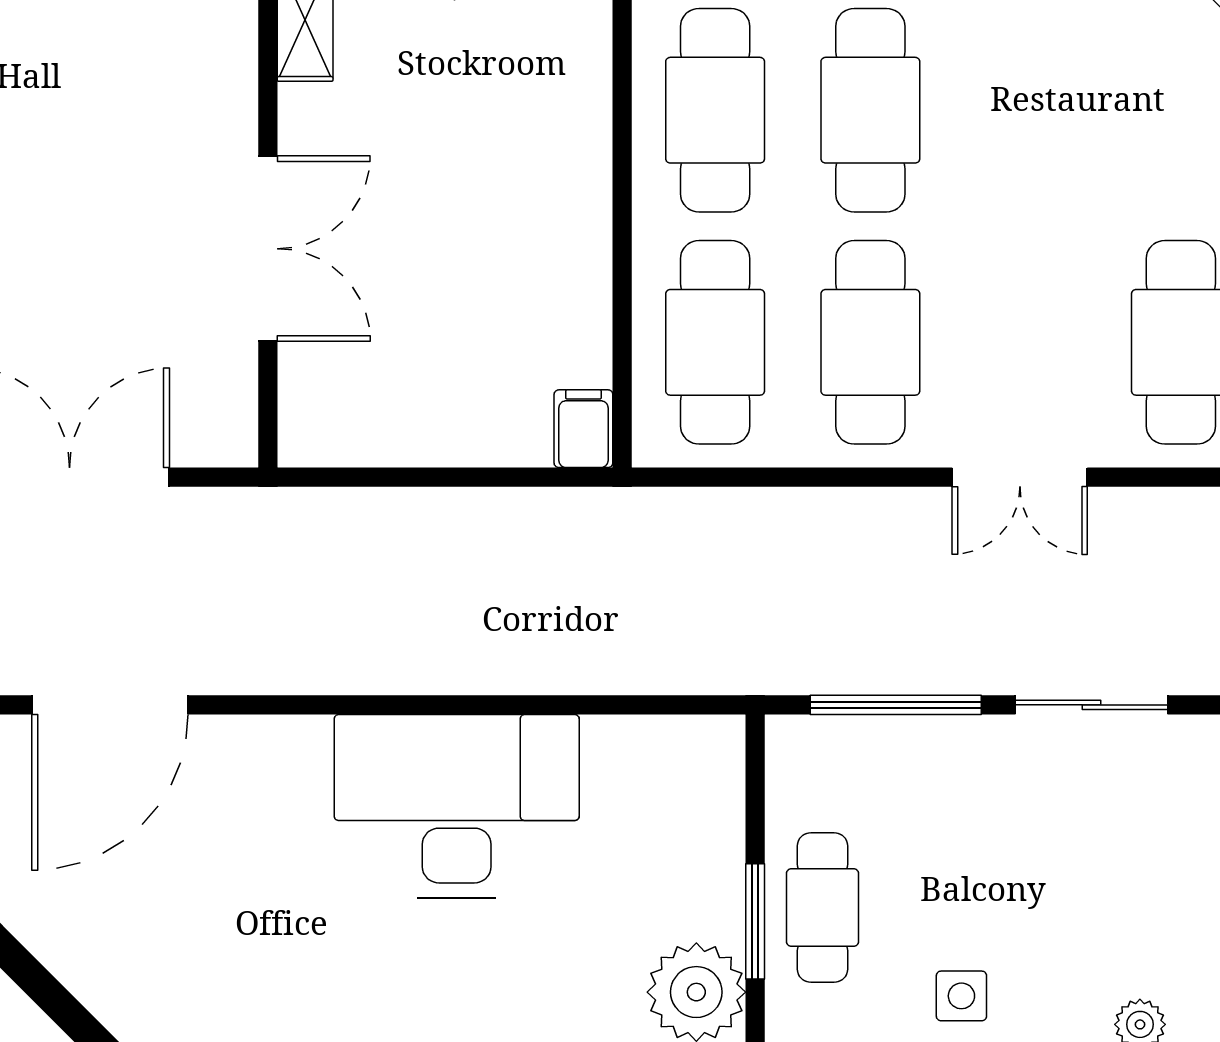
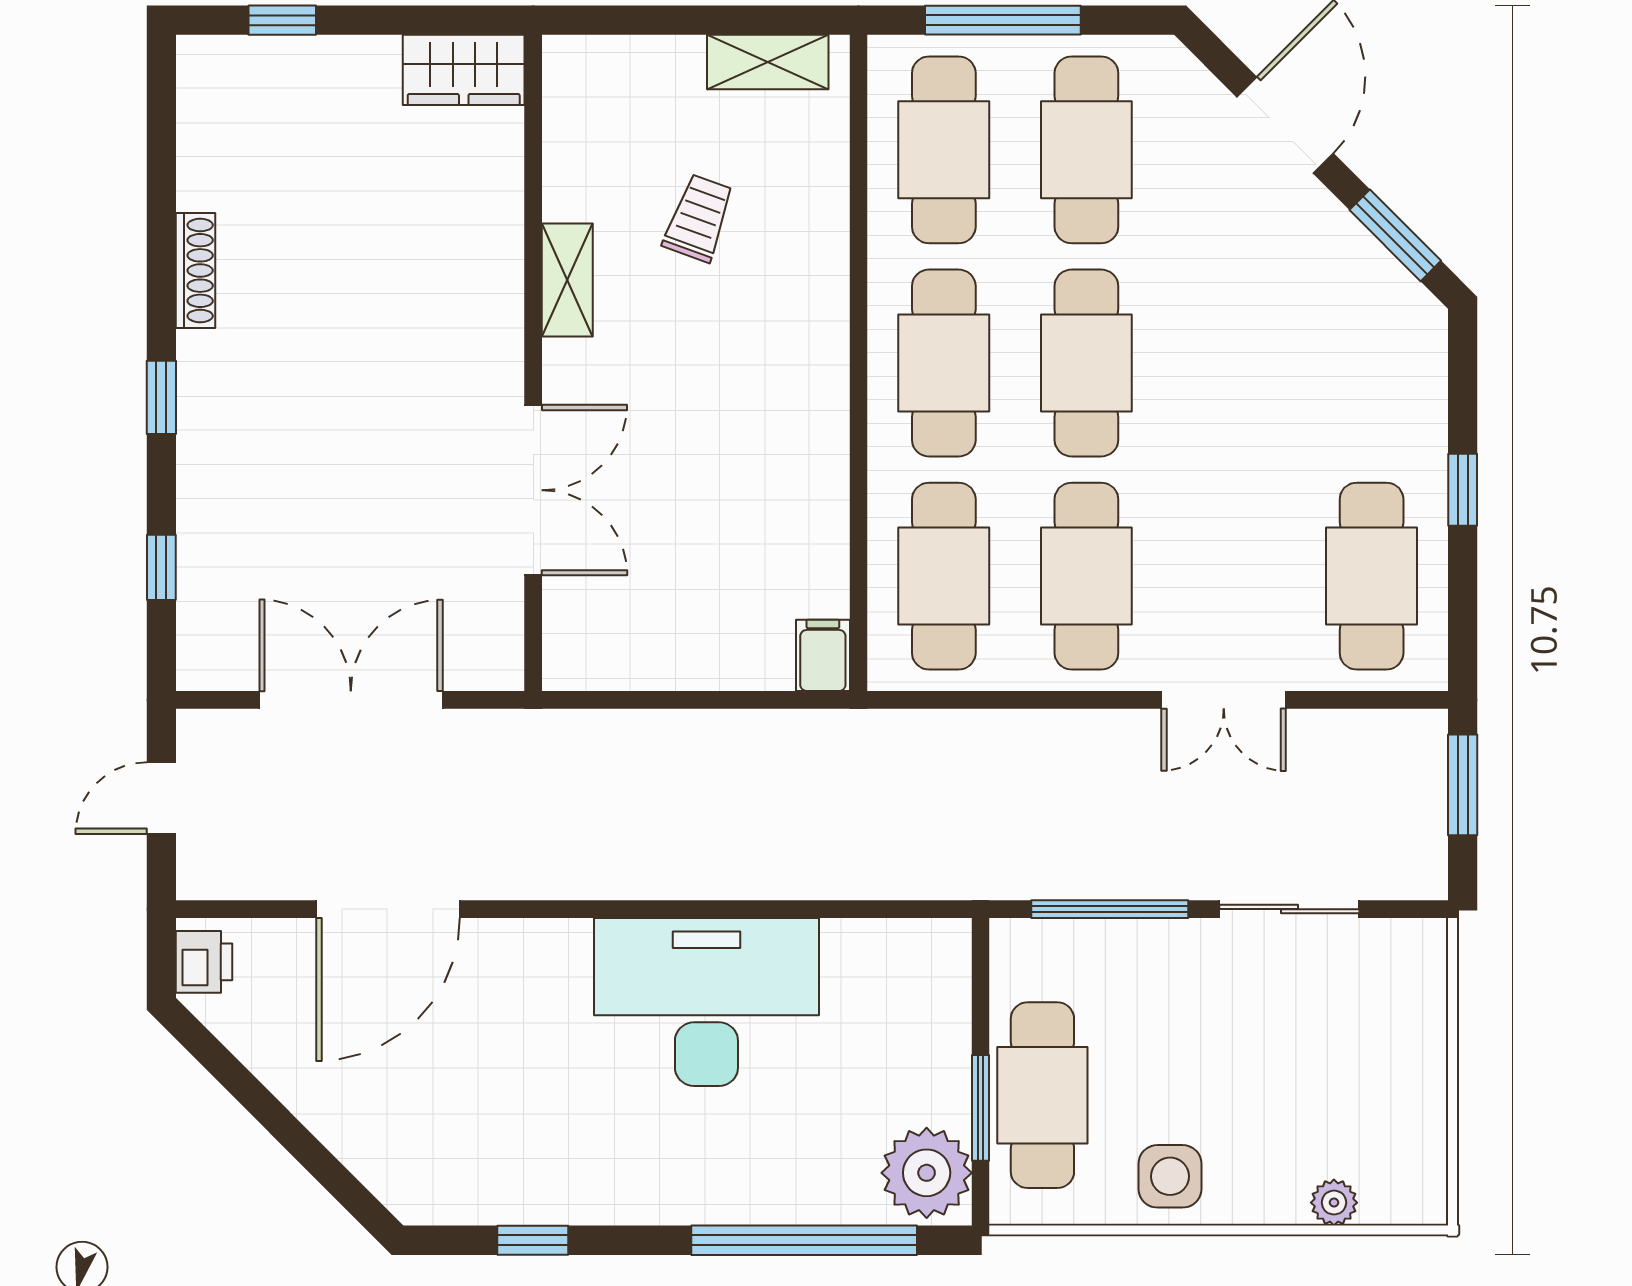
cafe table: (822, 908) -> (1042, 1095), width x1.37, depth x1.35
side table: (961, 996) -> (1170, 1176), width x1.37, depth x1.37

